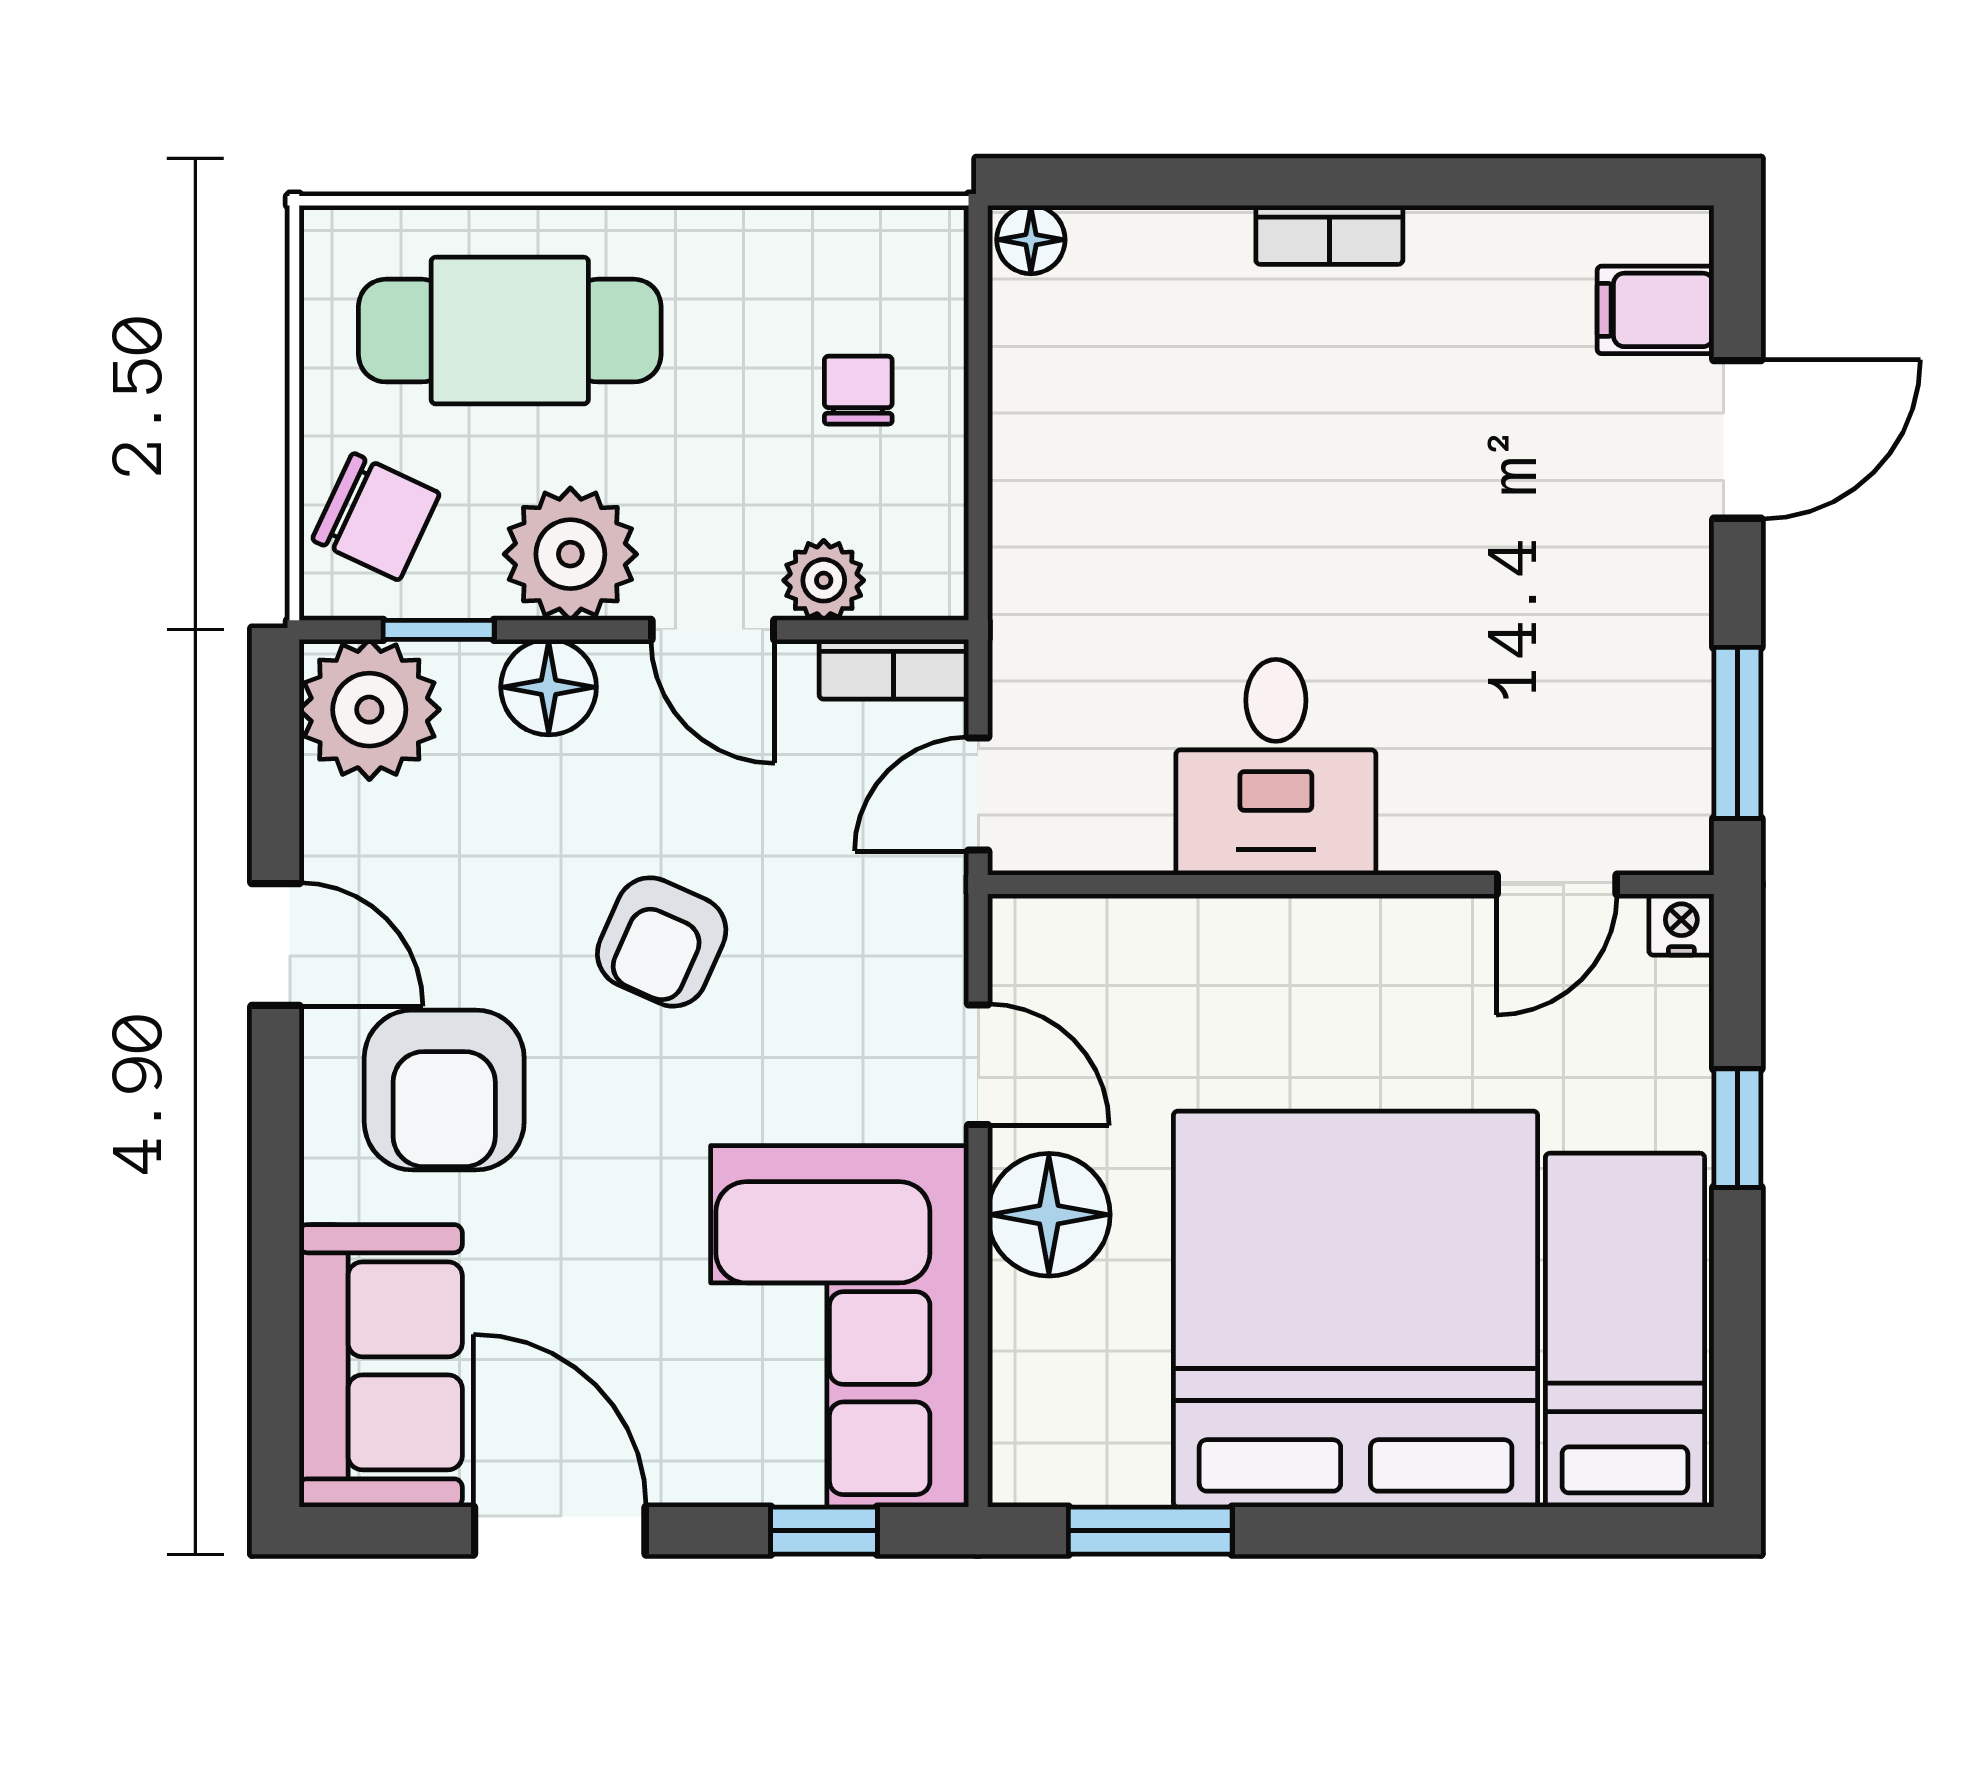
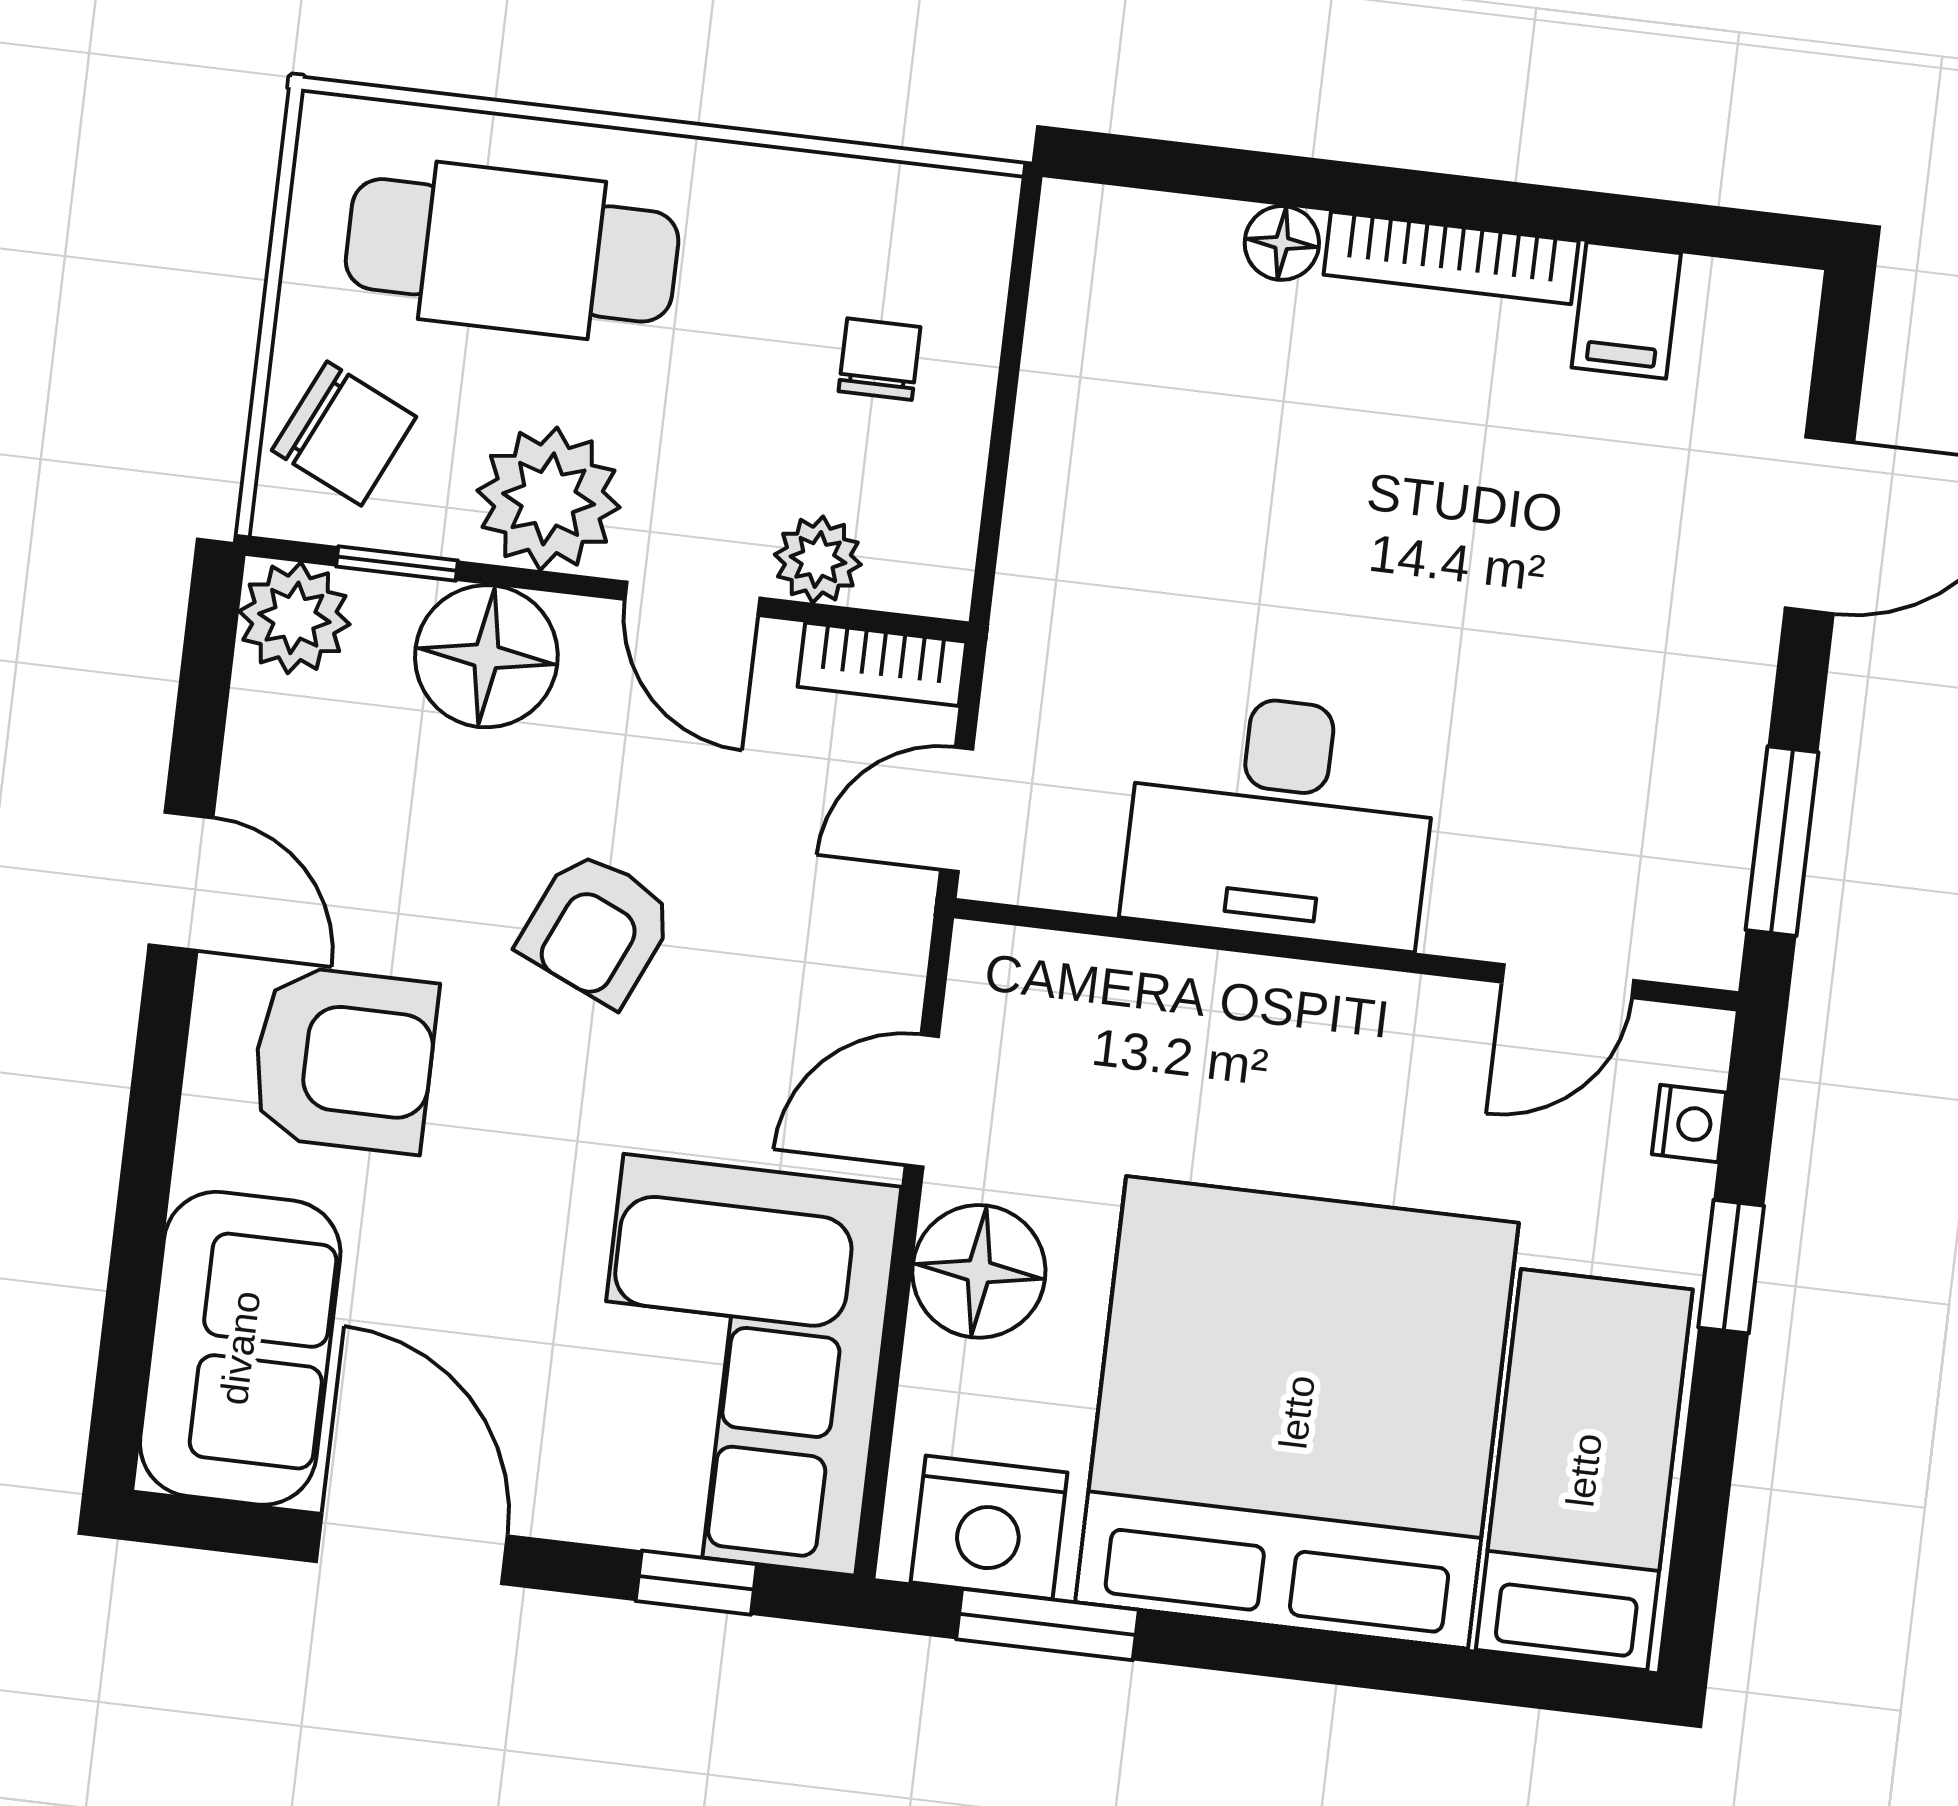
bookcase: (1329, 235) -> (1451, 258), width x1.56
floor lamp: (1031, 240) -> (1282, 243), moved
filing cabinet: (1655, 310) -> (1626, 310), moved, turned -90
floor lamp: (549, 687) -> (486, 656), width x1.38, depth x1.38
plant: (369, 710) -> (294, 618), width x0.73, depth x0.73
desk: (1276, 767) -> (1281, 819), width x1.37
nightstand: (1681, 925) -> (1689, 1123), moved, turned 90
door: (978, 1065) -> (922, 1101), swing flipped
armchair: (444, 1090) -> (344, 1059), turned -90
nightstand: (1086, 1448) -> (989, 1527), added

